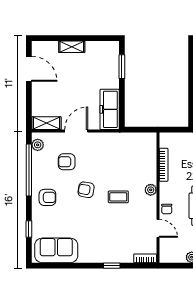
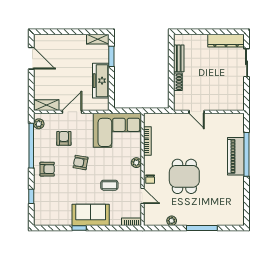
shelving: (72, 47) -> (98, 39), moved
freezer: (110, 109) -> (101, 81), moved
corner sofa: (129, 152) -> (117, 130), added
armchair: (67, 162) -> (64, 138), turned 90
coffee table: (118, 197) -> (109, 185), moved
sofa: (56, 250) -> (91, 215), moved
window: (112, 266) -> (79, 228), moved

